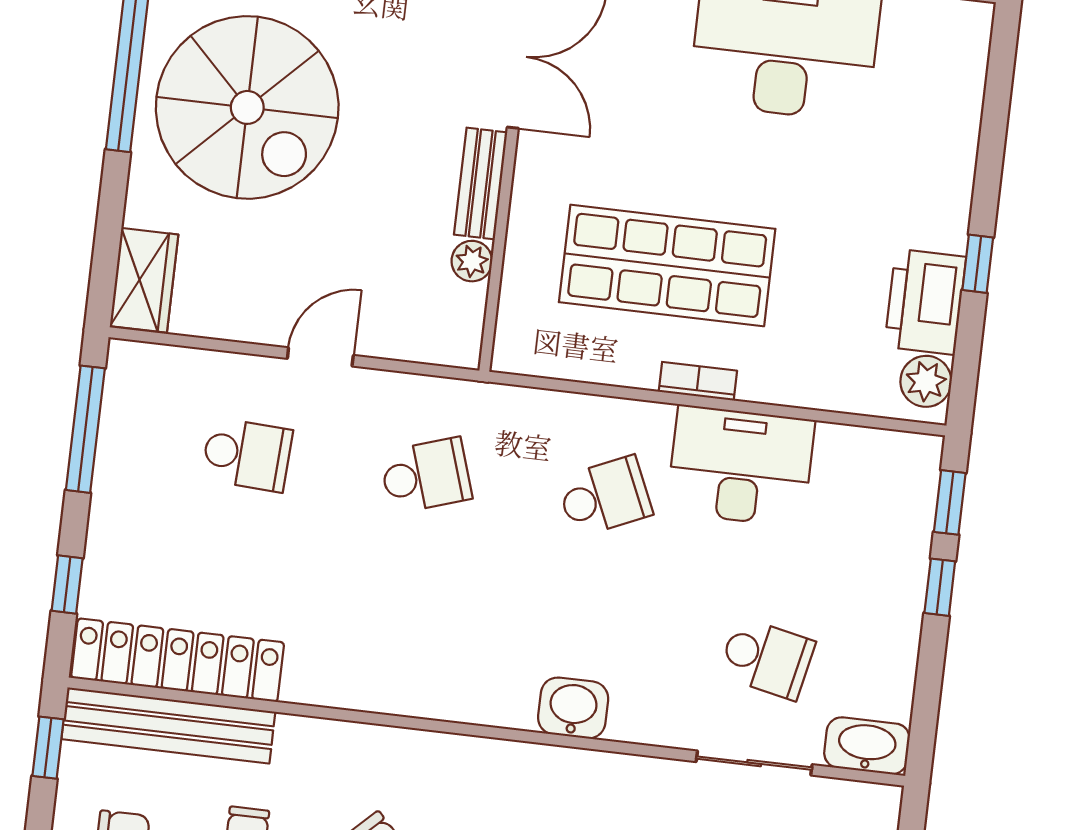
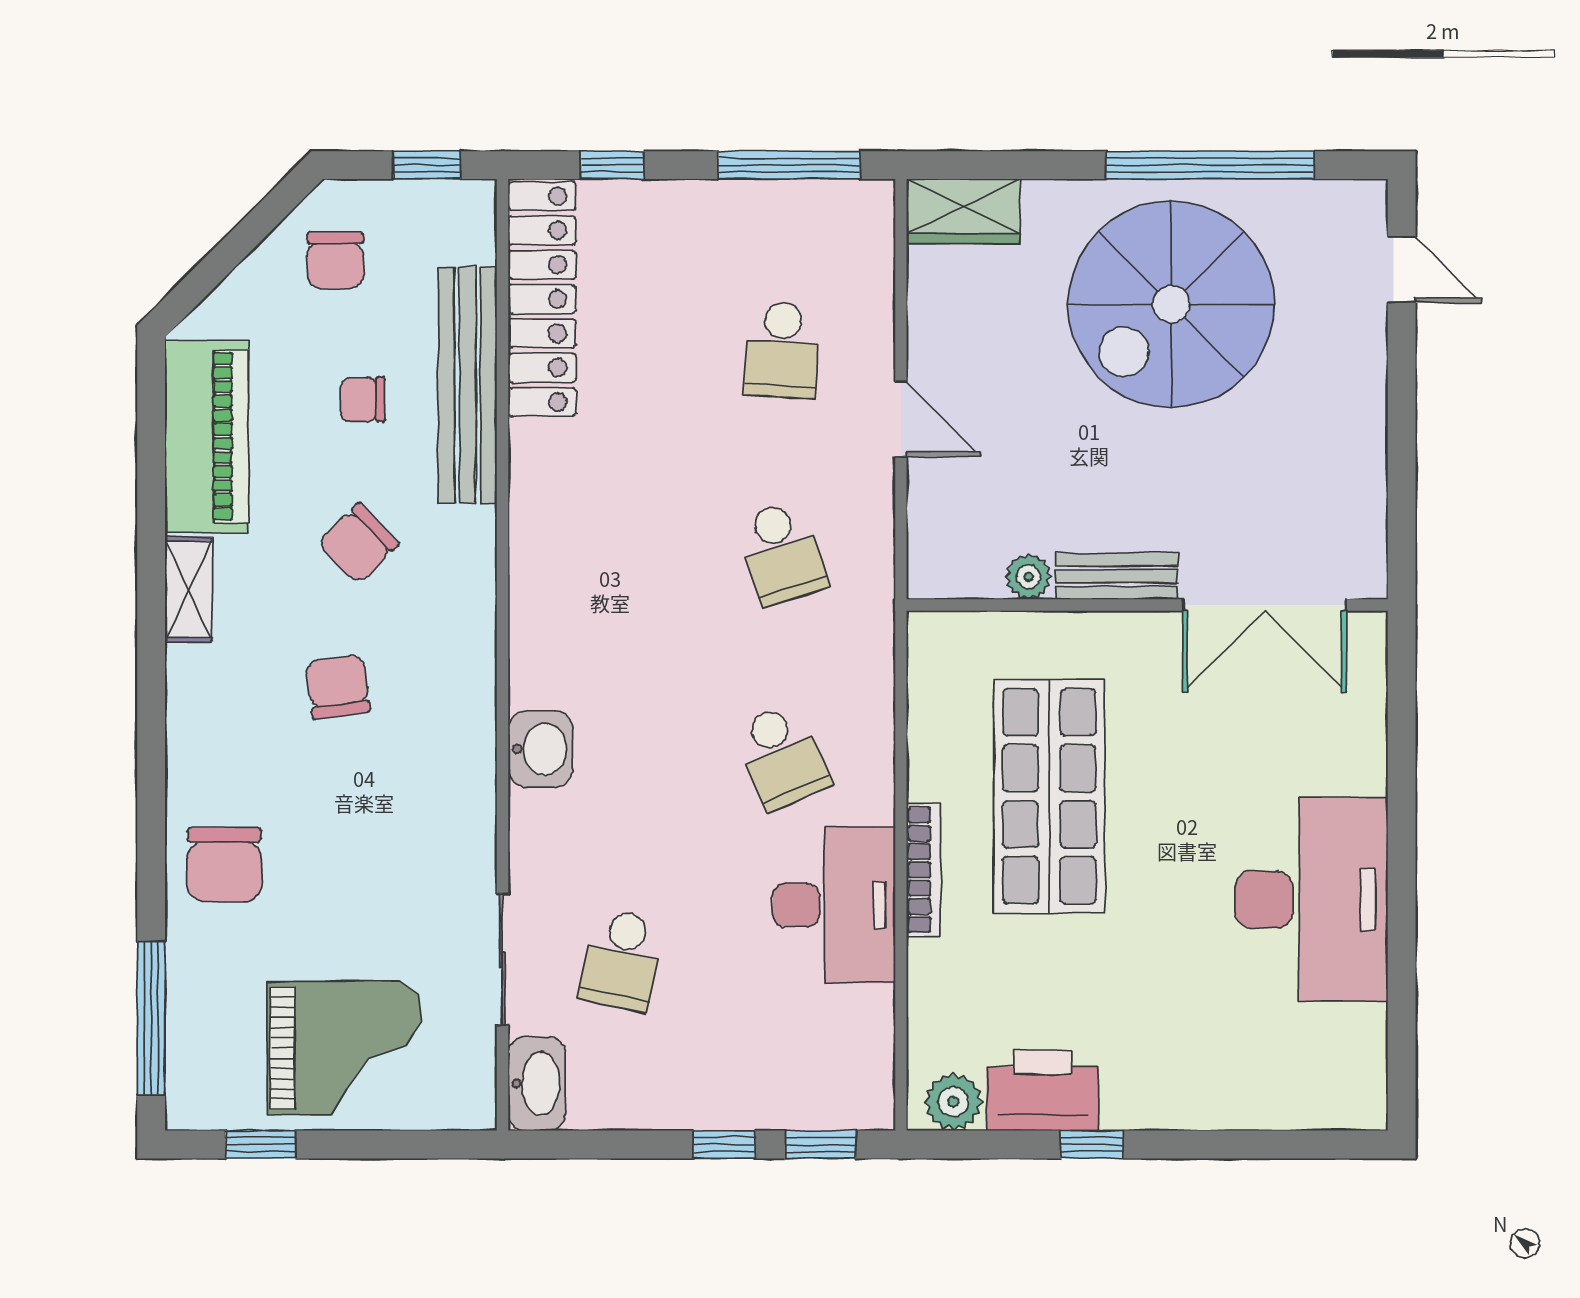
bookcase: (698, 381) -> (923, 870), width x1.56
bench: (168, 725) -> (468, 385), moved

